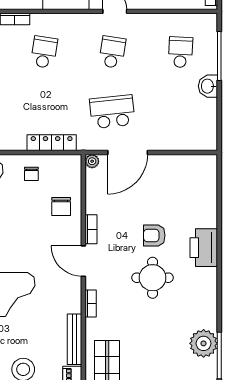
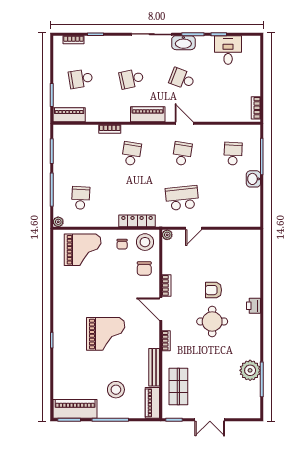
door: (128, 153) -> (194, 228), width x0.53
stool: (62, 171) -> (145, 242), added
printer: (204, 248) -> (254, 306), width x0.53, depth x0.68

